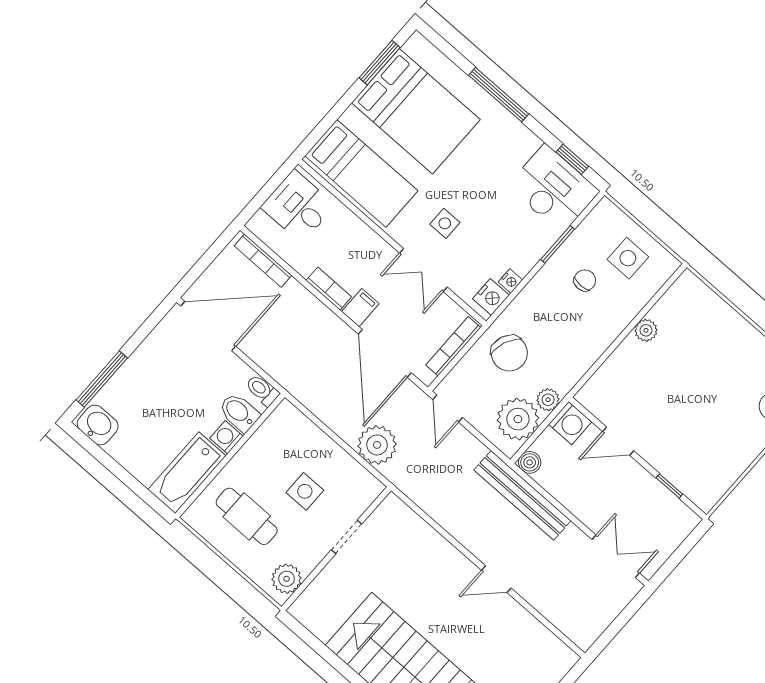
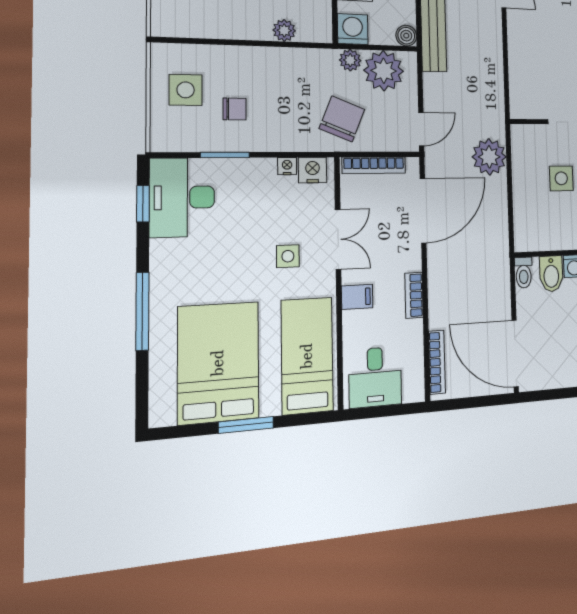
window: (380, 63) -> (246, 425), moved
chair: (585, 280) -> (235, 109), turned 180
filing cabinet: (360, 308) -> (357, 297), moved, turned 180
plant: (646, 330) -> (284, 30), moved

